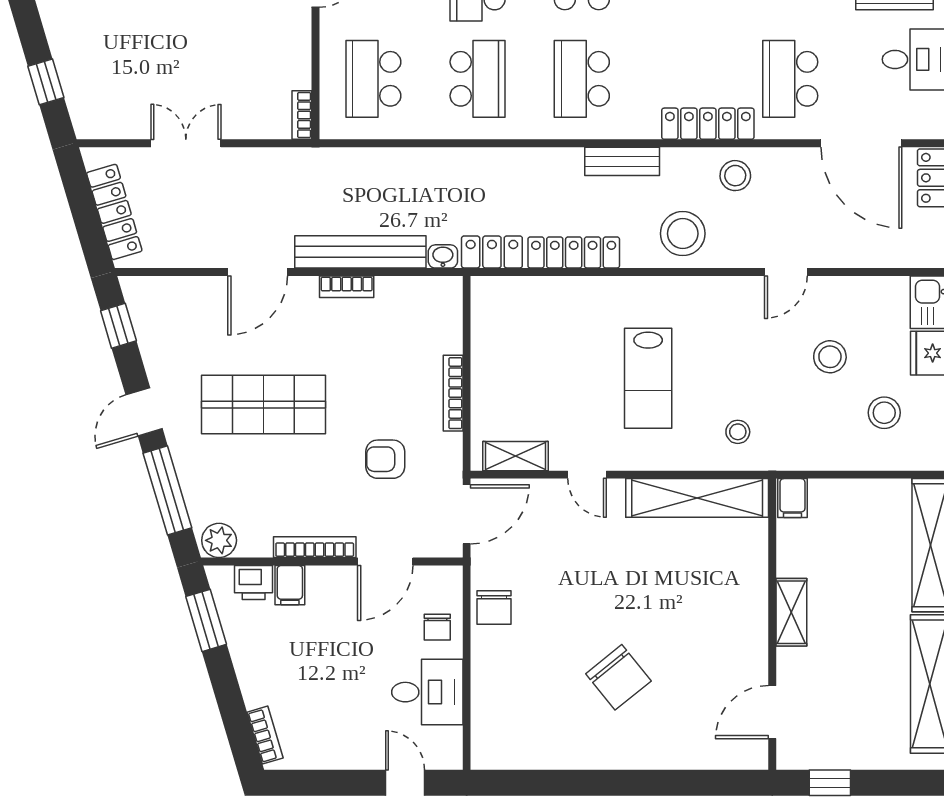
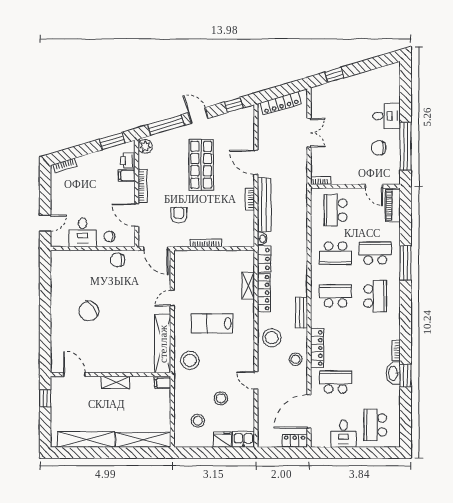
school desk: (373, 79) -> (336, 210), turned -90
stool: (738, 432) -> (190, 360), width x1.89, depth x1.89
shelving: (515, 456) -> (248, 286), moved

